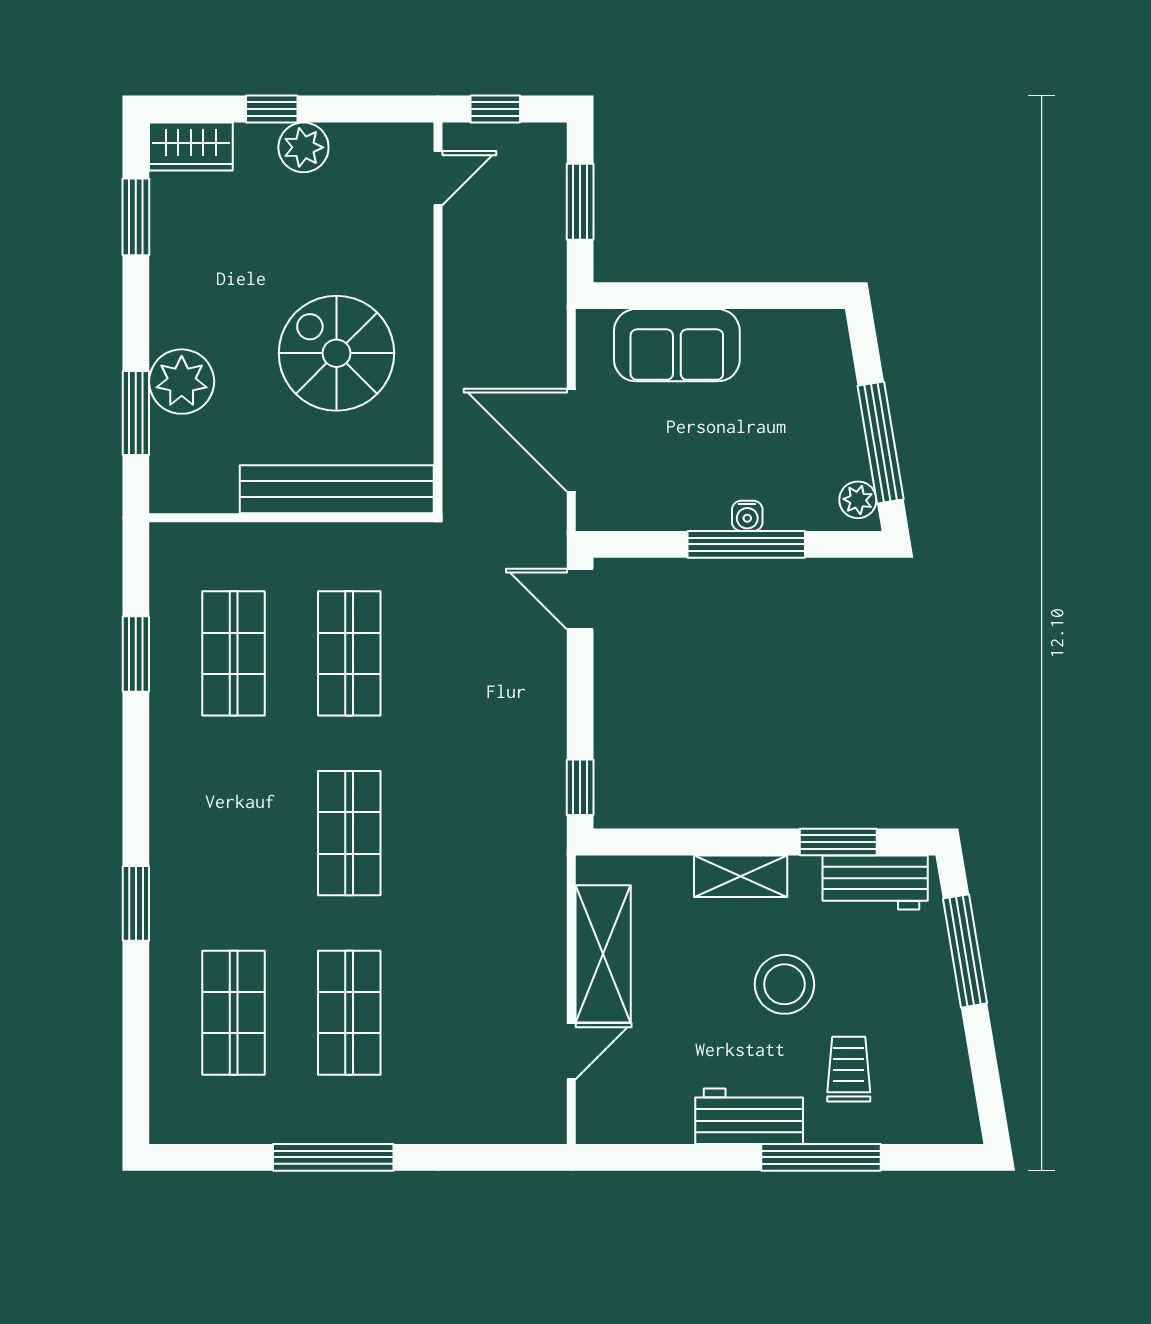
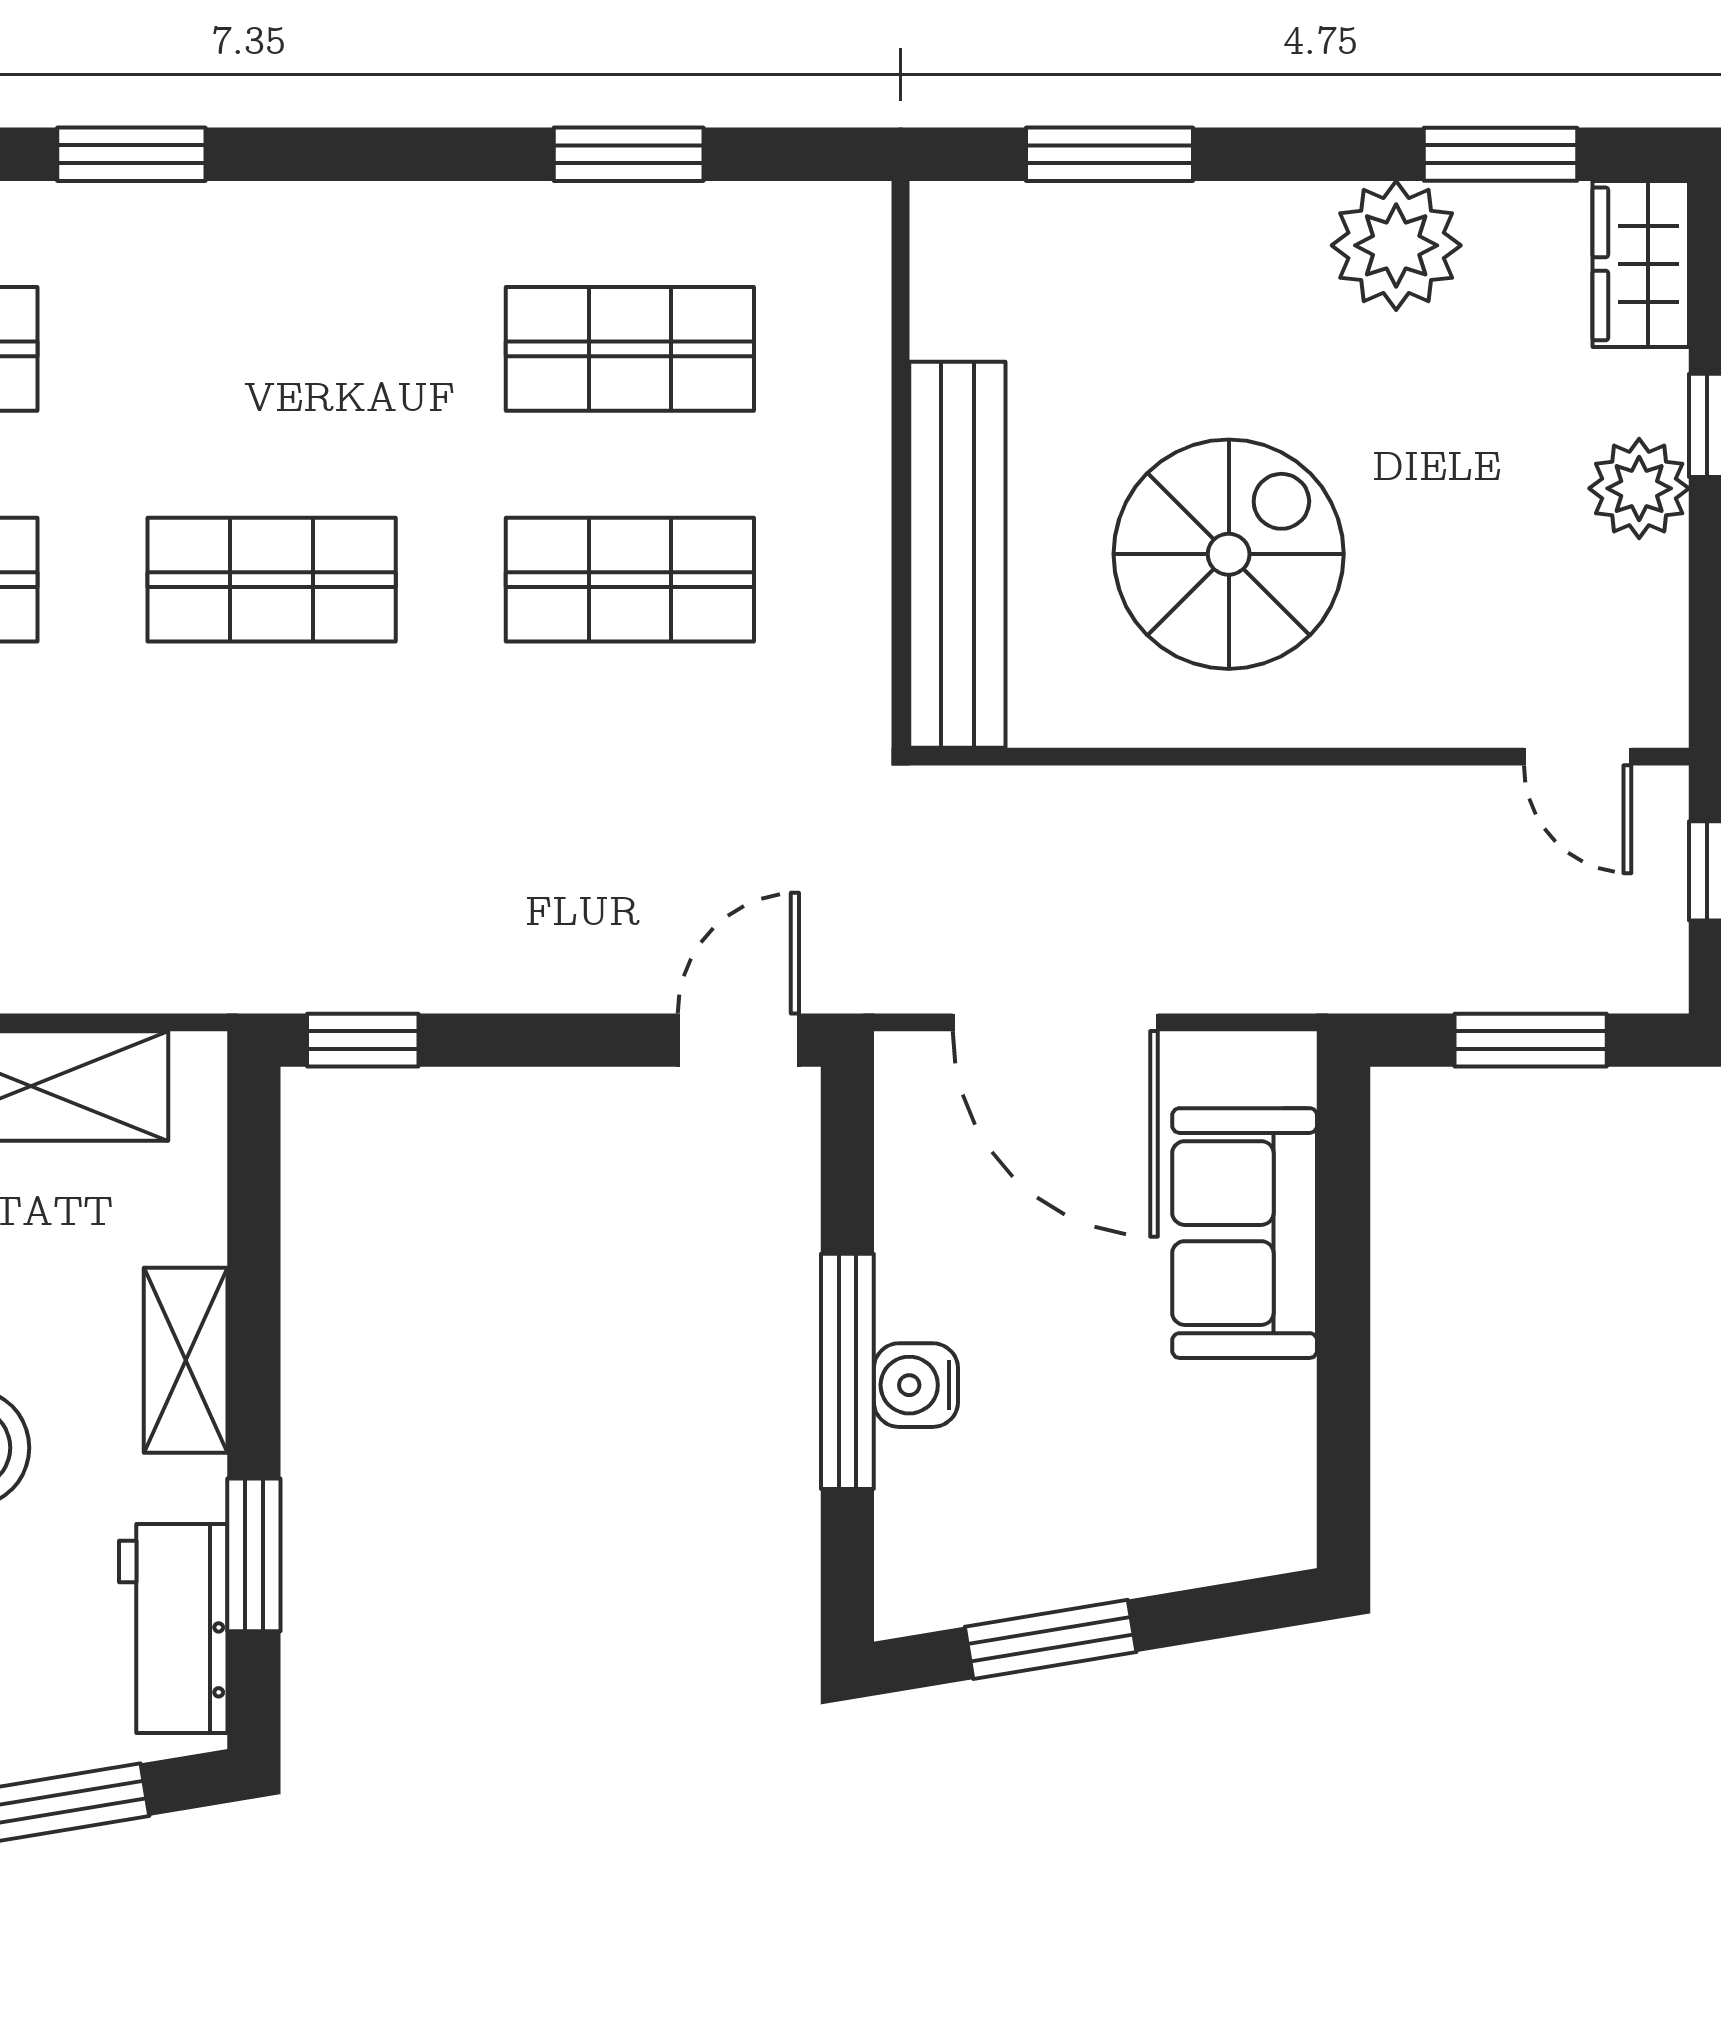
plant: (182, 382) -> (1396, 245), moved
door: (571, 440) -> (1055, 1022), swing flipped
window: (881, 443) -> (1051, 1639), width x0.69
plant: (858, 500) -> (936, 1594), removed
water cooler: (747, 516) -> (916, 1385), width x1.38, depth x1.38

